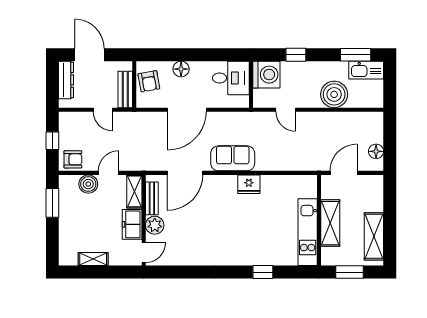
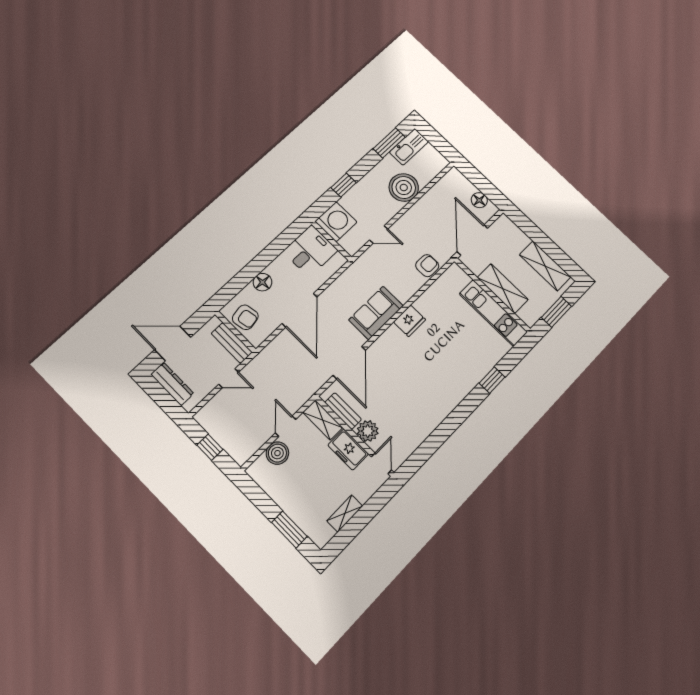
armchair: (73, 159) -> (427, 266), moved
door: (344, 173) -> (472, 240), width x1.36
window: (52, 203) -> (289, 529), moved

